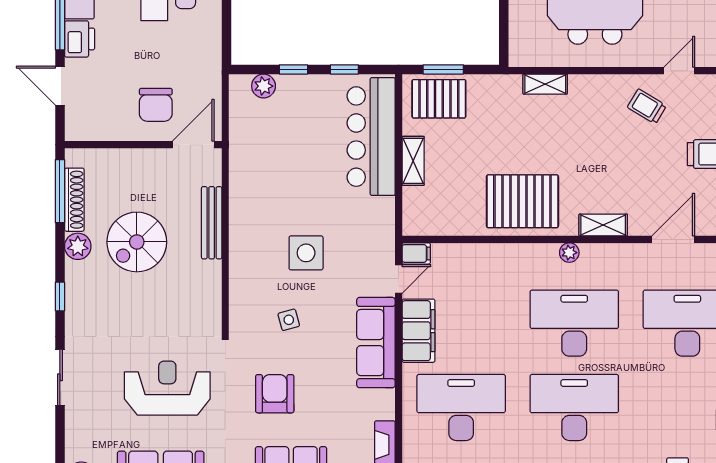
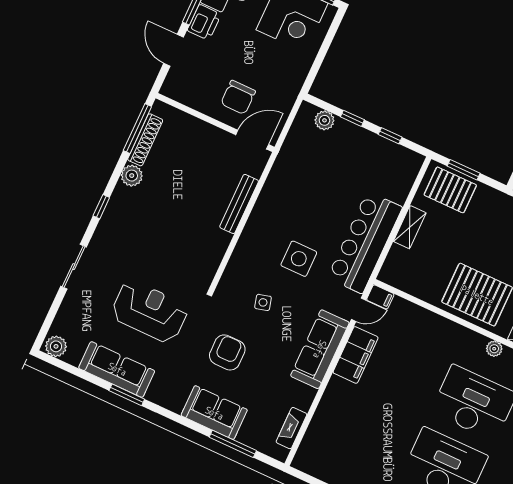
bar counter: (371, 137) -> (365, 243), moved
spiral stairs: (137, 242) -> (177, 193), removed
desk: (461, 407) -> (361, 427), removed

